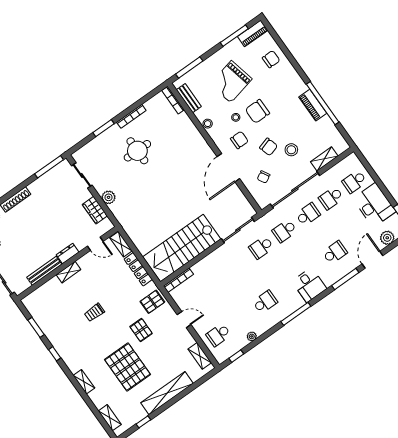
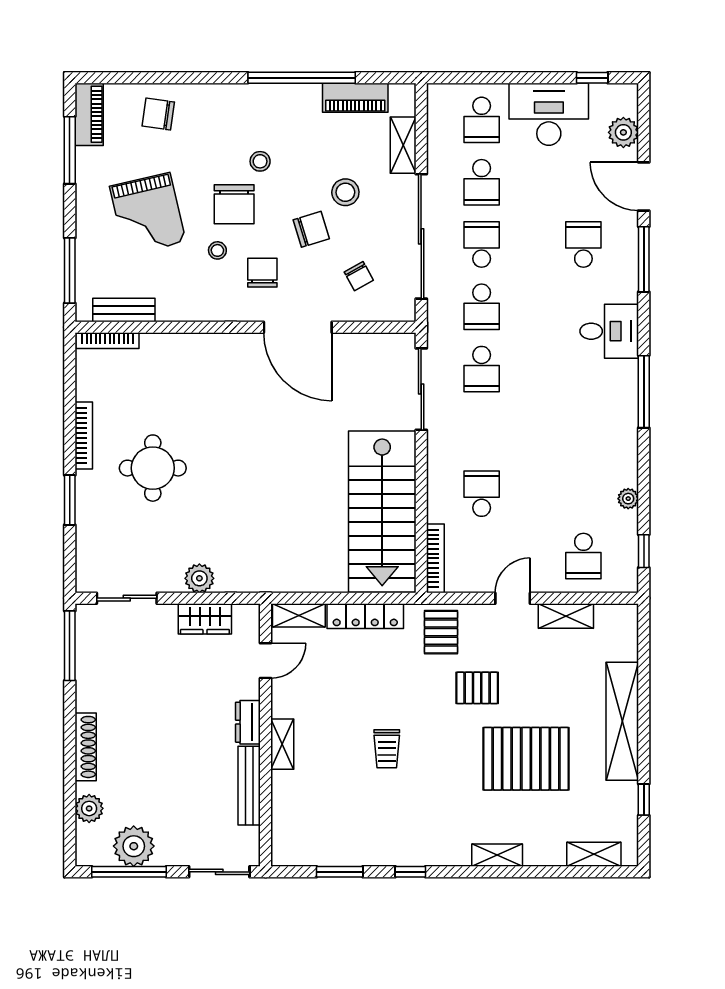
chair: (271, 59) -> (158, 114), turned -82
piano: (313, 105) -> (355, 98), moved
stool: (208, 124) -> (260, 161), moved
school desk: (265, 302) -> (482, 494), moved
shelving: (200, 356) -> (566, 616), moved

